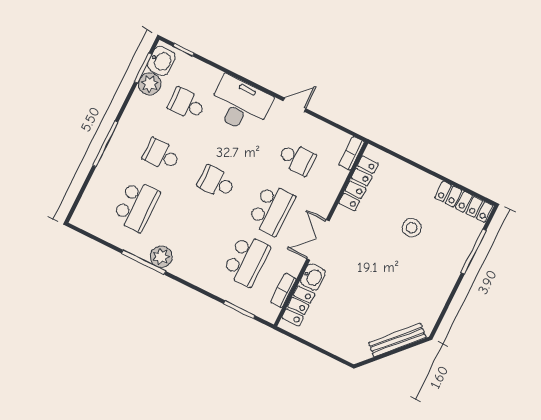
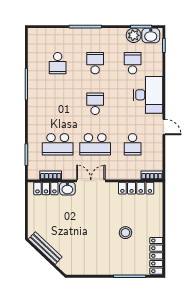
school desk: (136, 206) -> (58, 63), width x0.54
plant: (161, 257) -> (35, 93), removed
bench: (397, 340) -> (45, 248), moved

